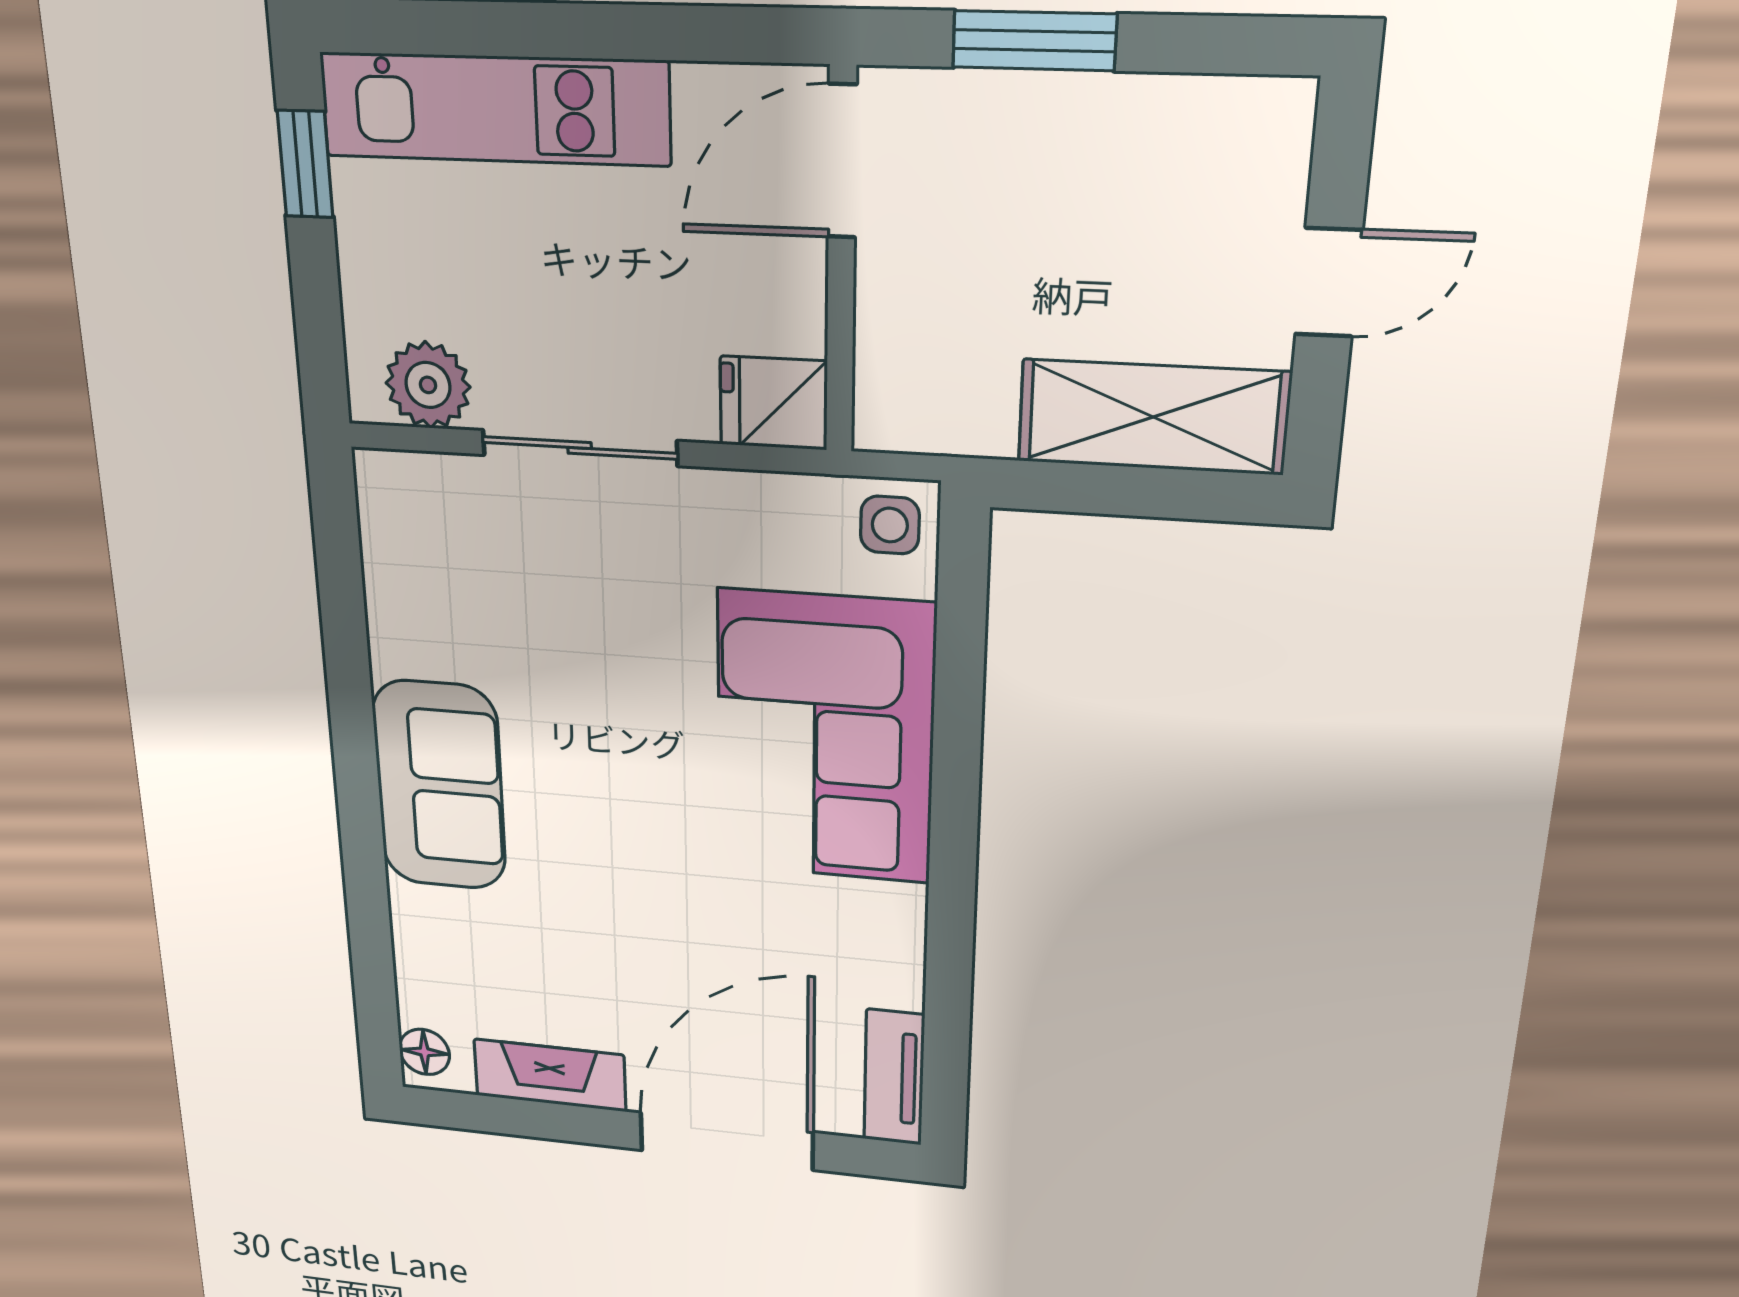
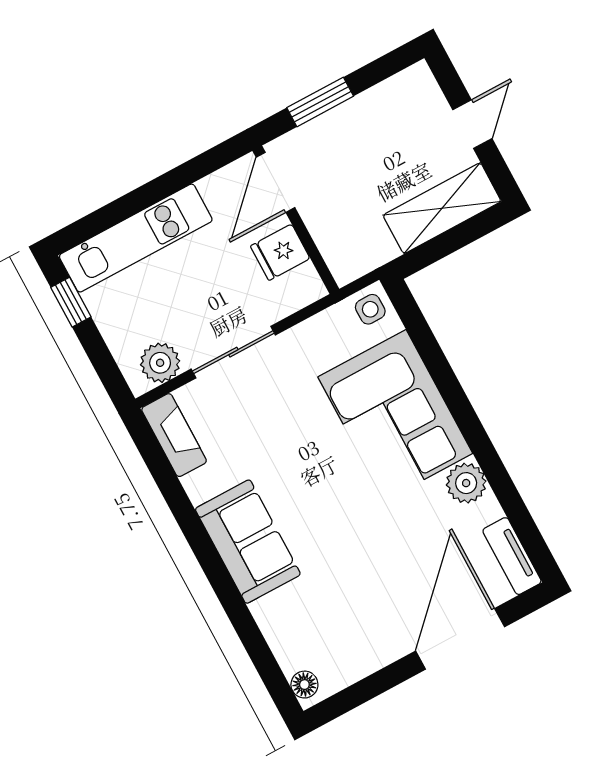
fridge: (774, 403) -> (280, 252), moved
plant: (886, 922) -> (466, 483), added
fireplace: (550, 1075) -> (174, 435), moved, turned 90

